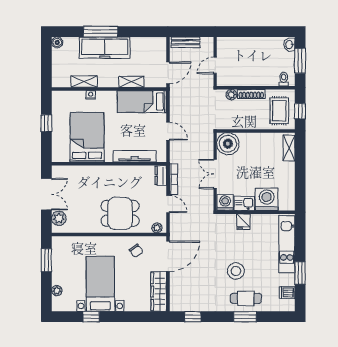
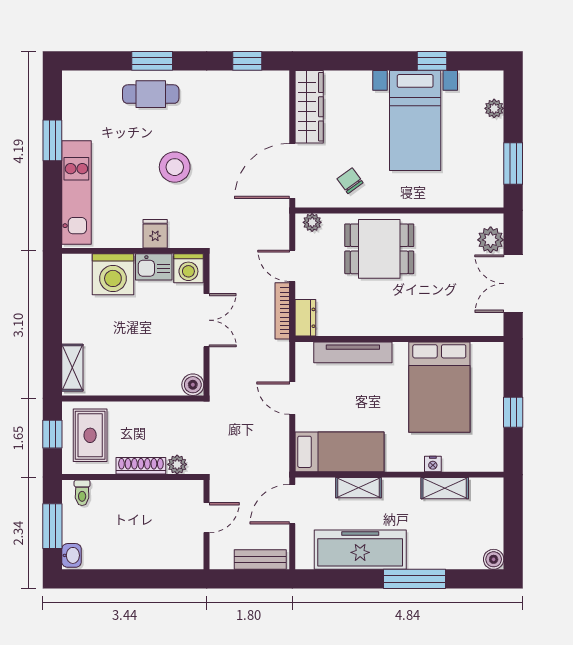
freezer: (105, 48) -> (360, 550), moved
boiler: (228, 144) -> (193, 385), width x0.54, depth x0.54
stool: (236, 271) -> (175, 167), moved
dishwasher: (287, 292) -> (76, 105), removed

